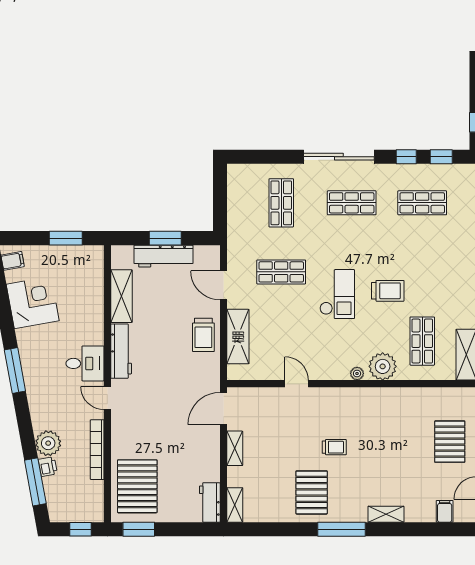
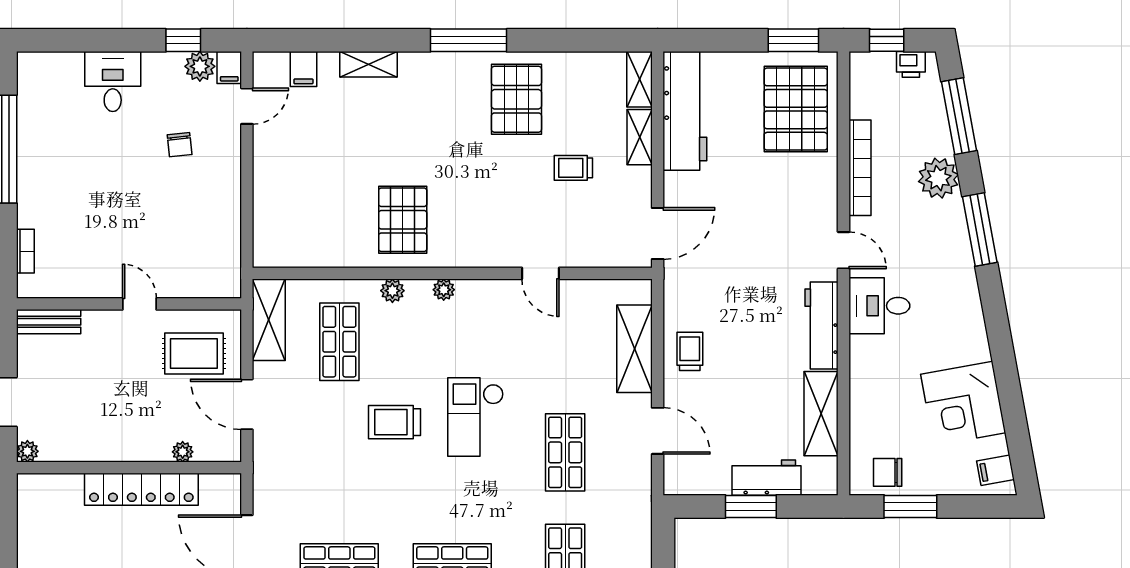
workbench: (164, 256) -> (767, 478), width x0.73
chair: (80, 259) -> (888, 472), added
shop shelf: (281, 272) -> (565, 452), turned 90
trolley: (203, 335) -> (690, 351), width x0.73, depth x0.72
plant: (383, 366) -> (392, 291), width x0.53, depth x0.53
window: (15, 370) -> (980, 229), moved
pallet: (450, 442) -> (403, 220), moved
trolley: (334, 447) -> (573, 168), moved
shelving: (235, 448) -> (640, 137), moved
printer: (48, 467) -> (911, 64), moved, turned -80
workbench: (210, 502) -> (685, 111), width x1.88, depth x1.32
shelving: (386, 514) -> (369, 64), moved

